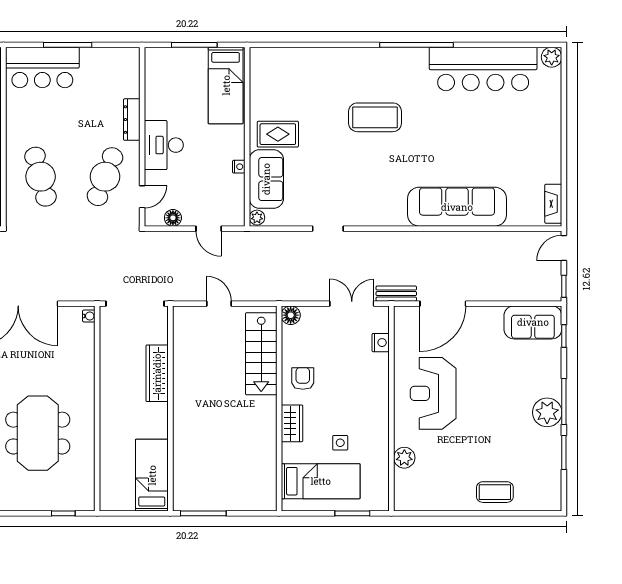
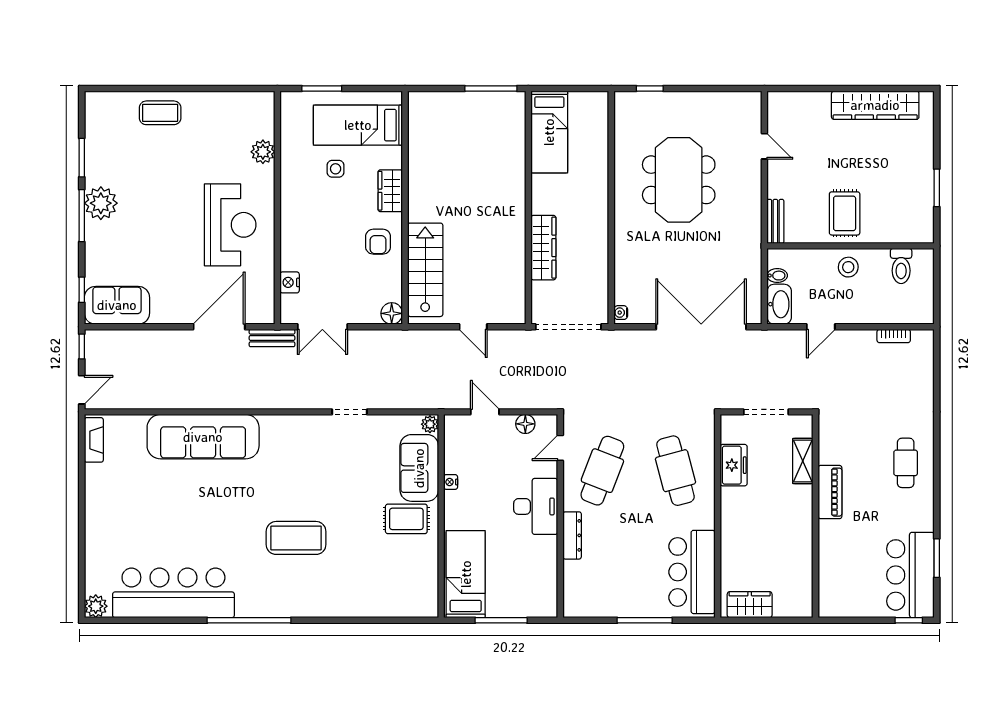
bar counter: (42, 67) -> (692, 572), moved, turned -90

